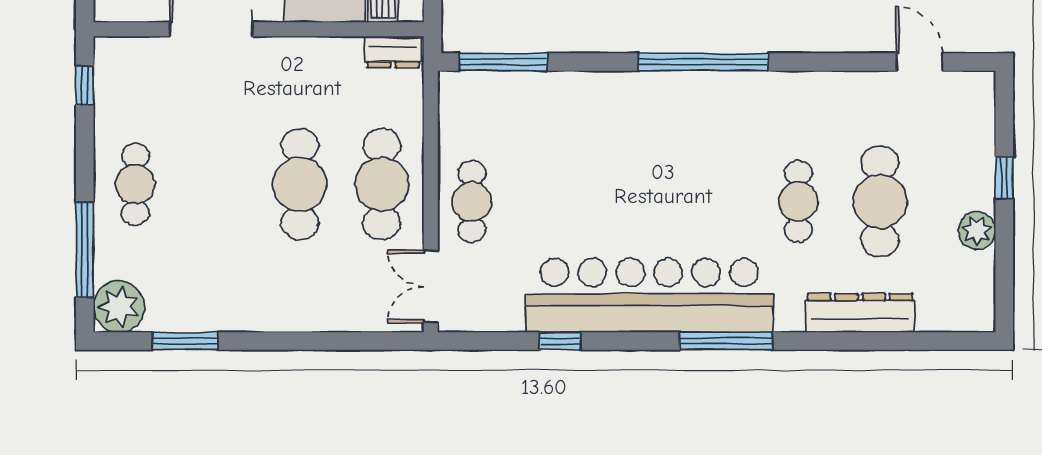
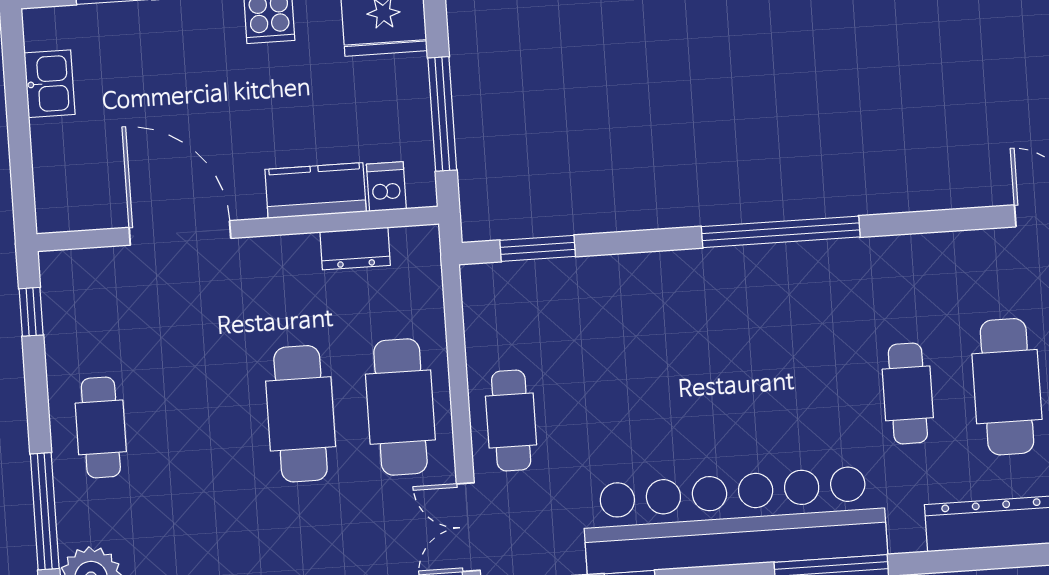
dresser: (393, 52) -> (355, 249), moved
window: (503, 62) -> (538, 248), width x0.69

